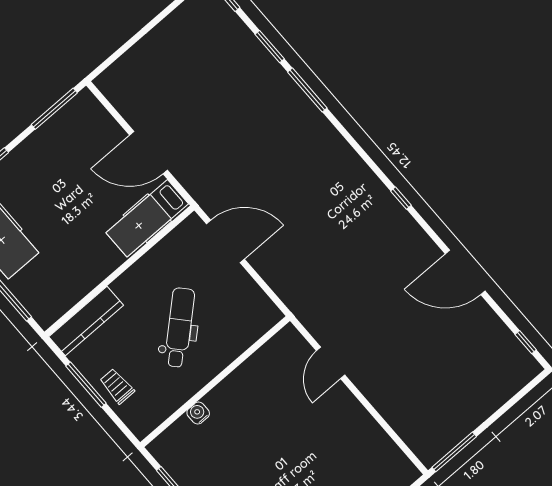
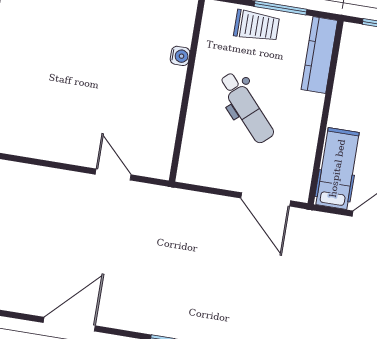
door: (225, 241) -> (266, 199), hinge flipped
trolley: (117, 386) -> (257, 26), width x1.36, depth x1.39

